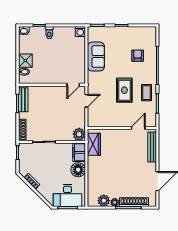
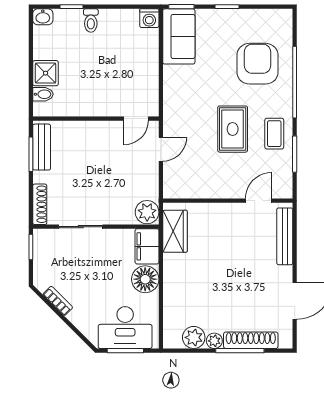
armchair: (138, 56) -> (257, 64), width x1.88, depth x1.88
sofa: (96, 57) -> (179, 36), moved

